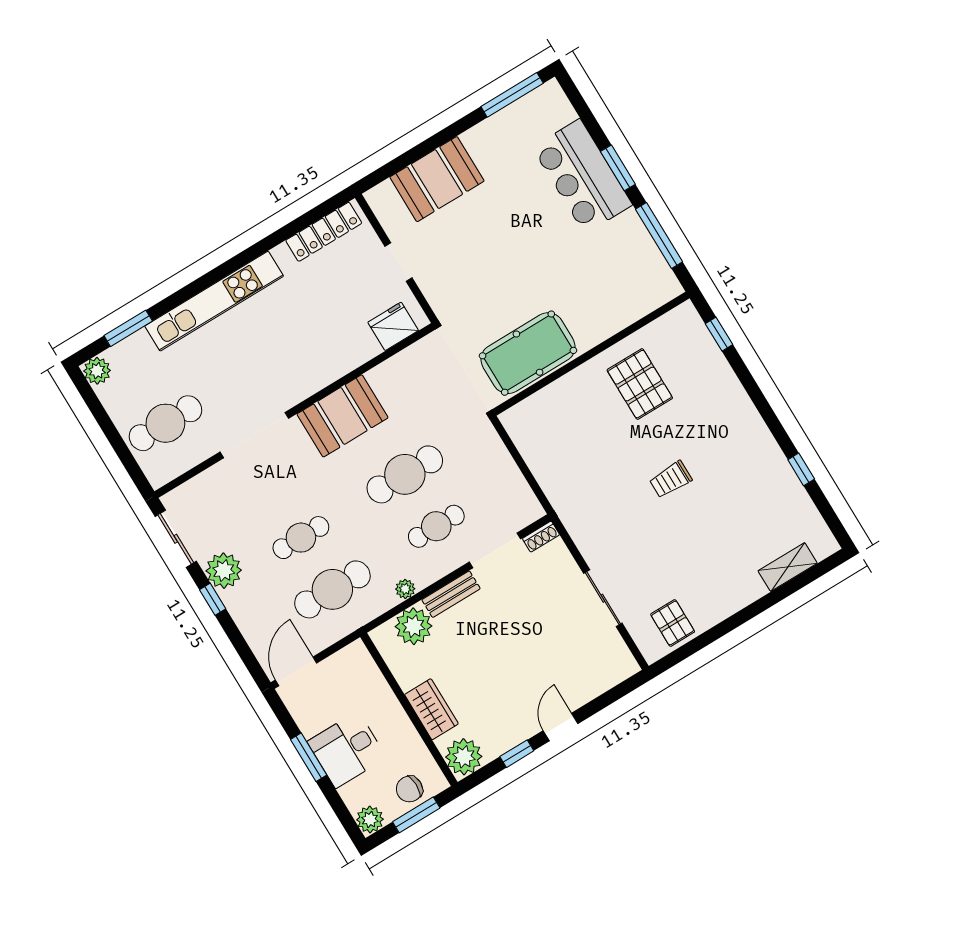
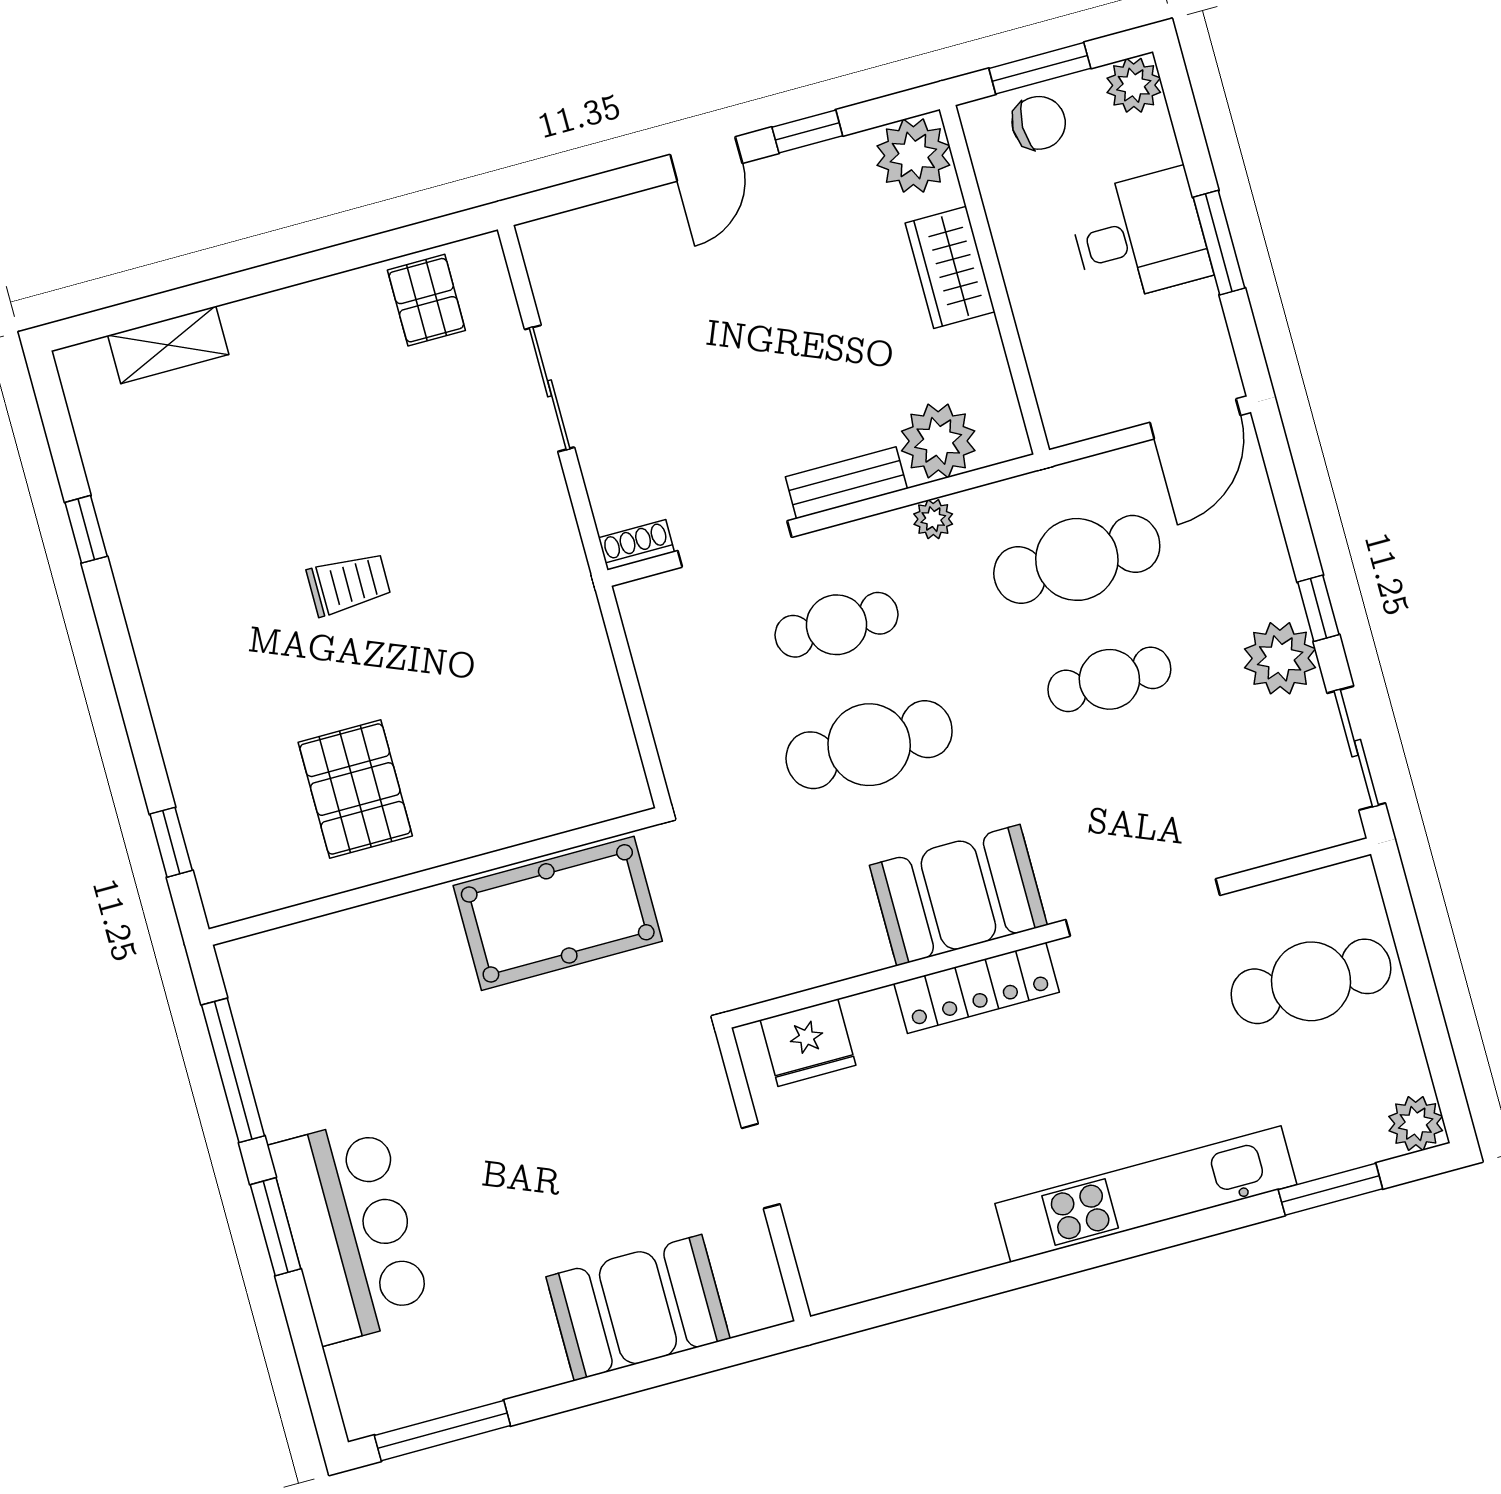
locker: (324, 232) -> (977, 988), moved, turned 180

